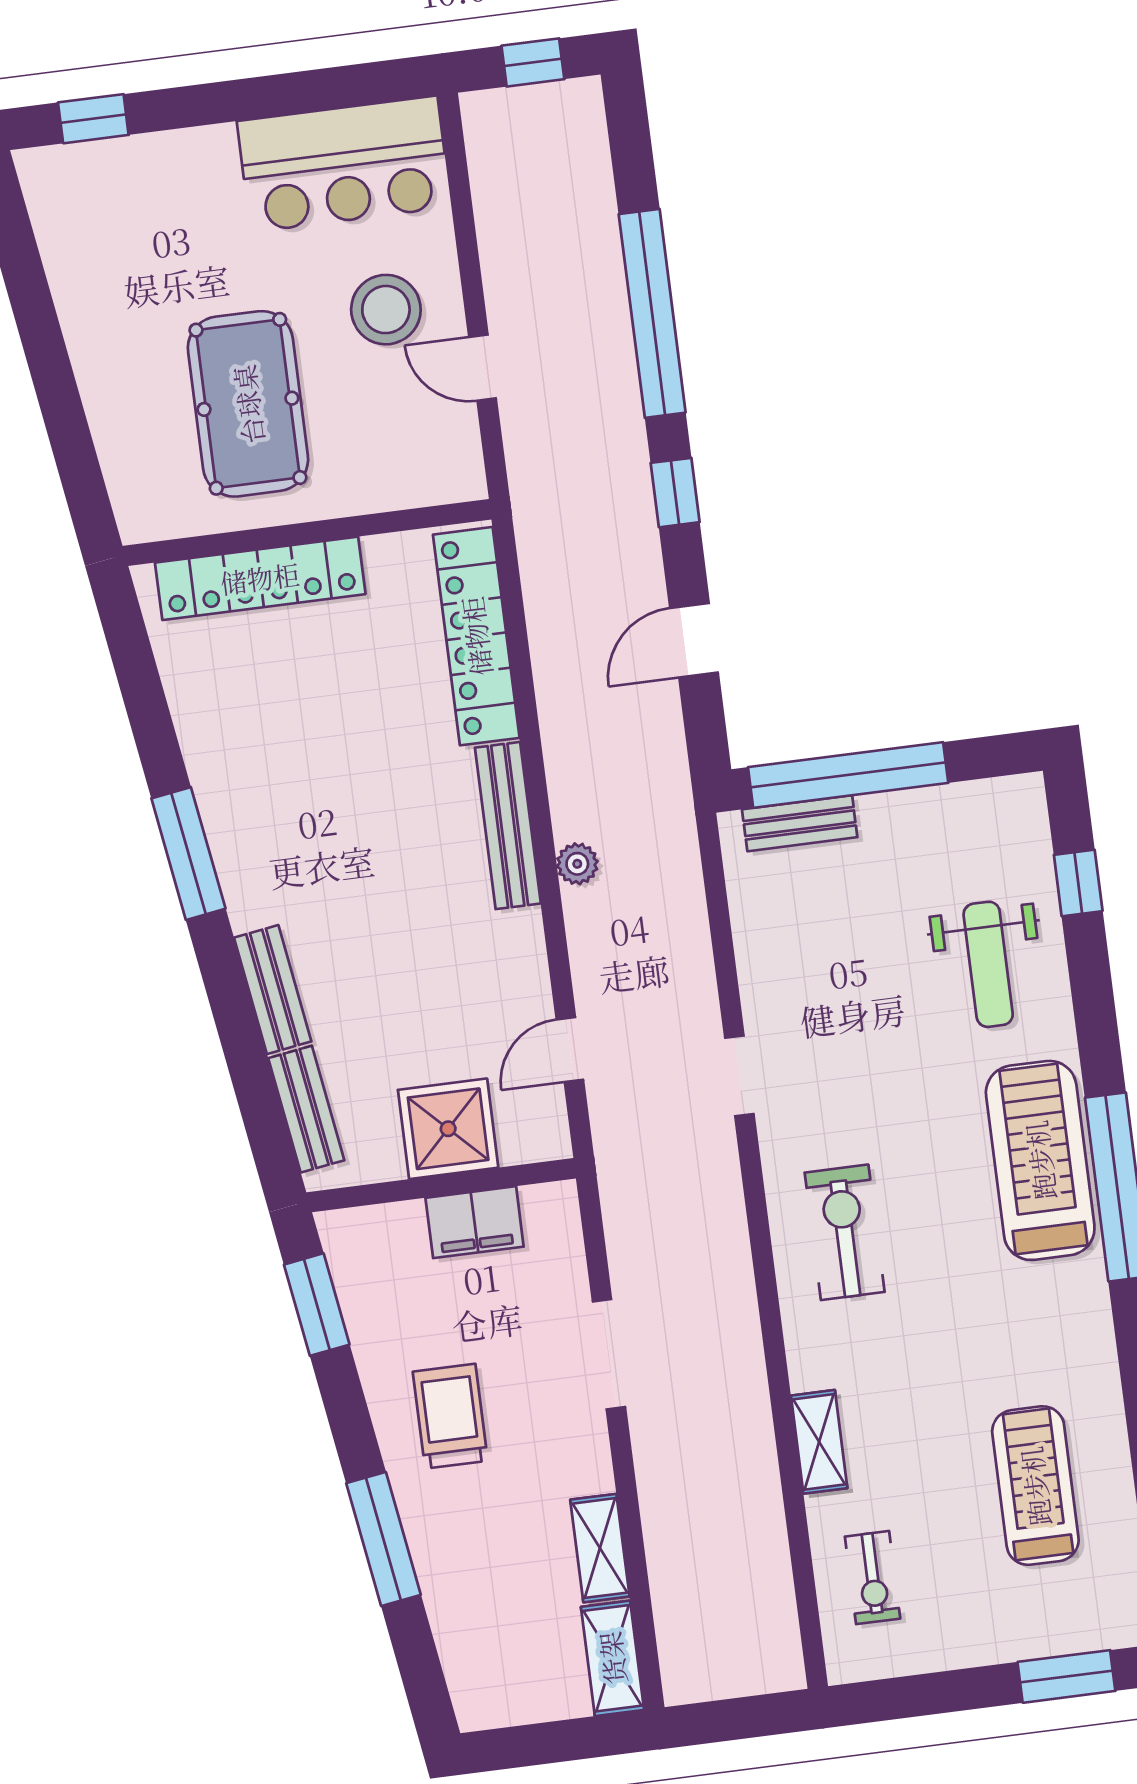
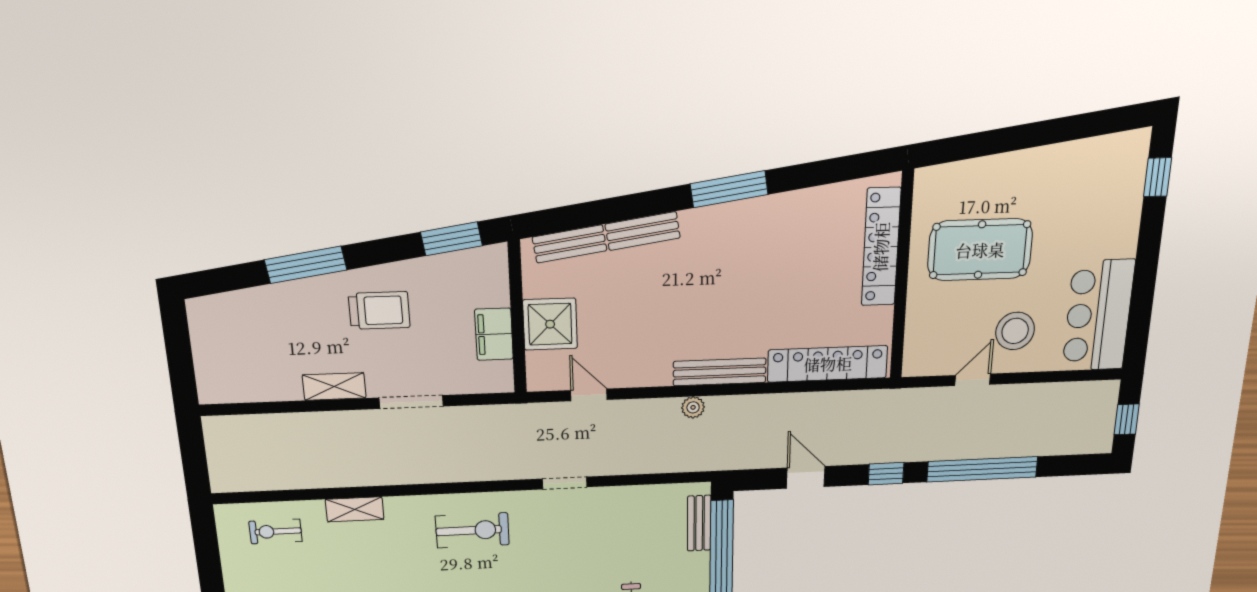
shelving: (600, 1548) -> (334, 387), moved
shelving: (612, 1658) -> (230, 390), removed

